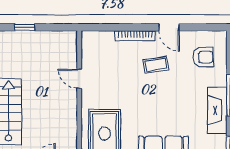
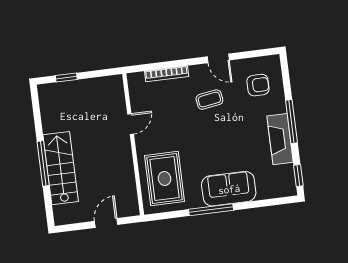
bookcase: (135, 36) -> (167, 74), moved
door: (79, 79) -> (131, 124), swing flipped

